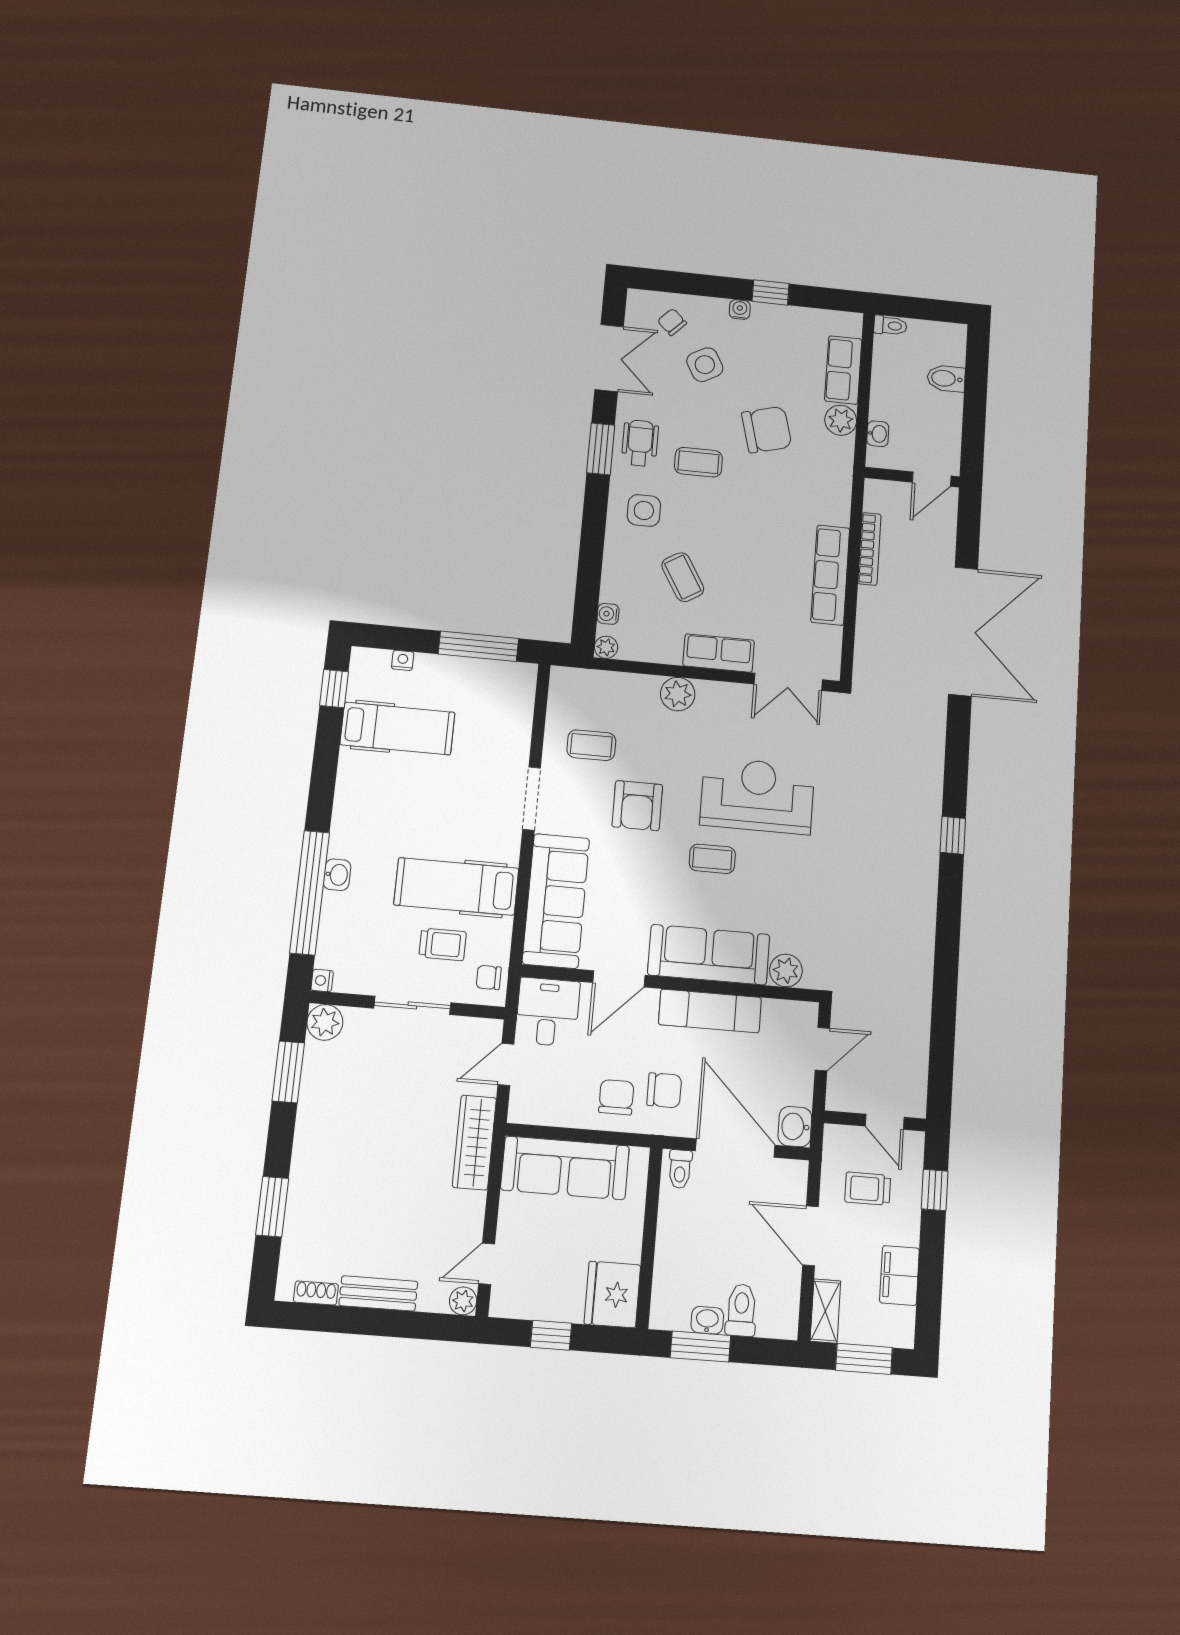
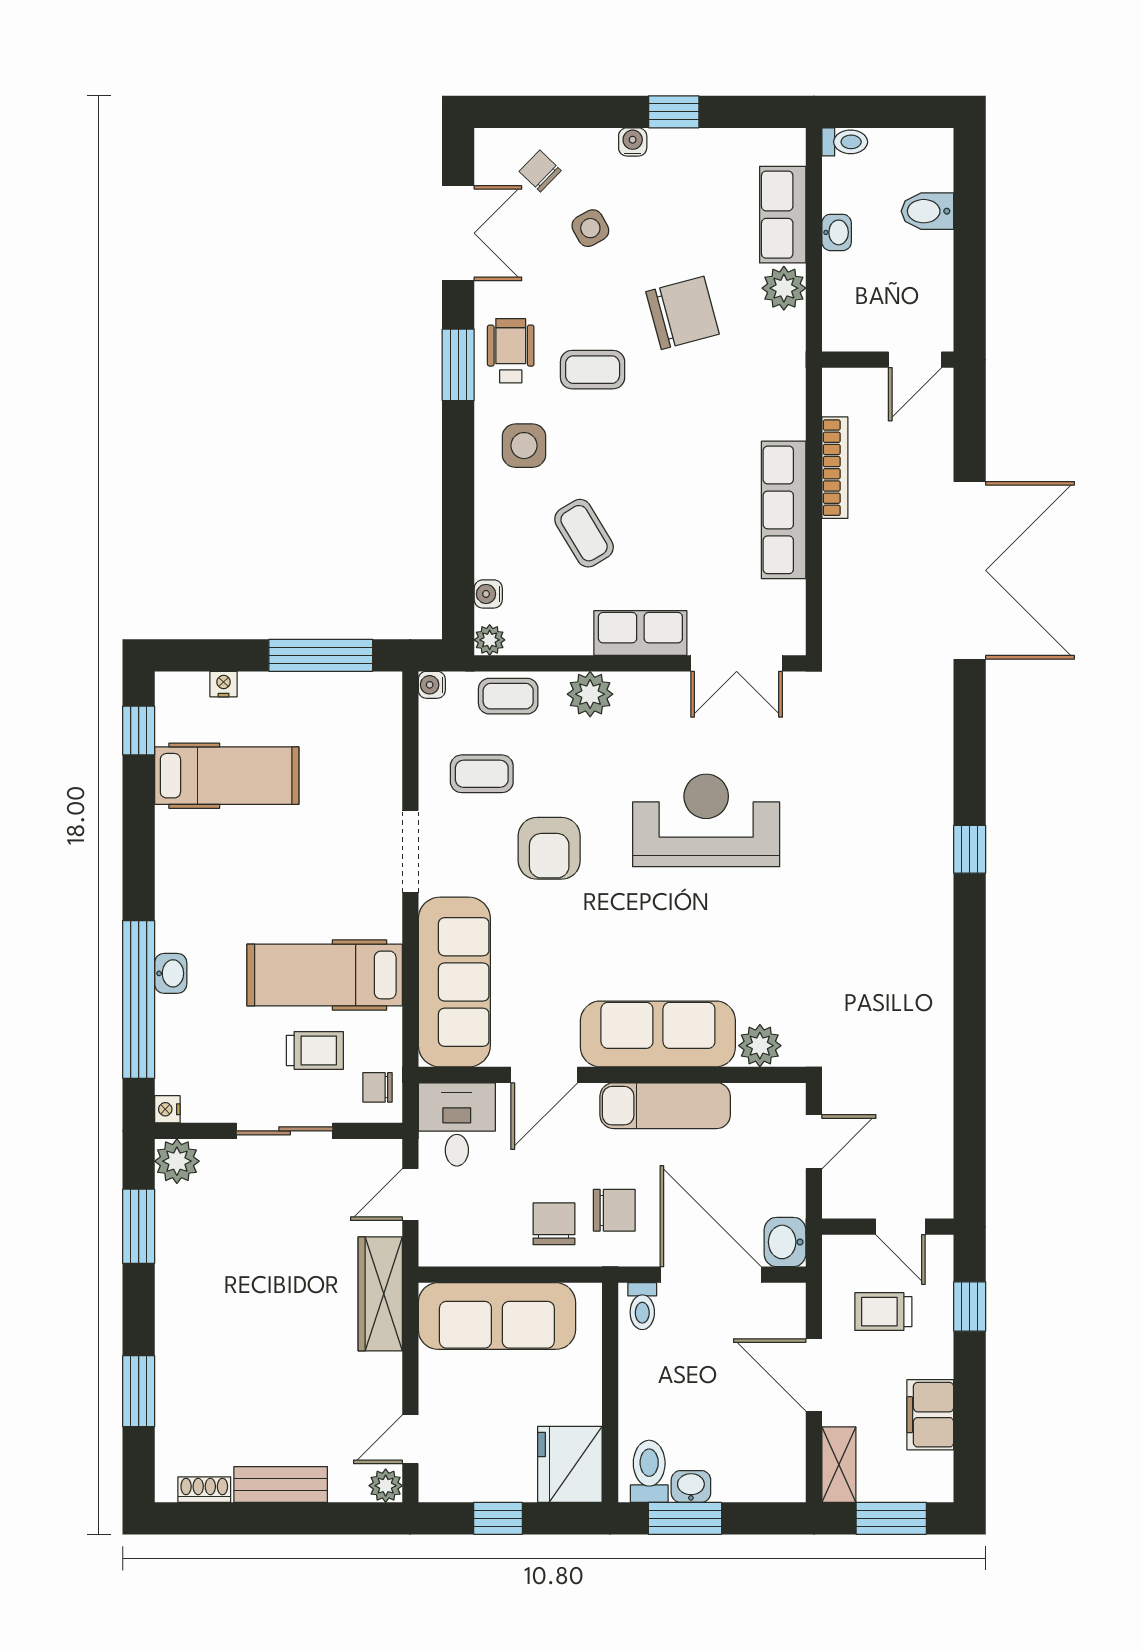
side table: (705, 365) -> (590, 228), width x0.73, depth x0.73
washbasin: (878, 434) -> (837, 232), moved
water cooler: (560, 676) -> (432, 685), added
coffee table: (712, 859) -> (508, 696), moved
toilet: (741, 1310) -> (649, 1471), moved

